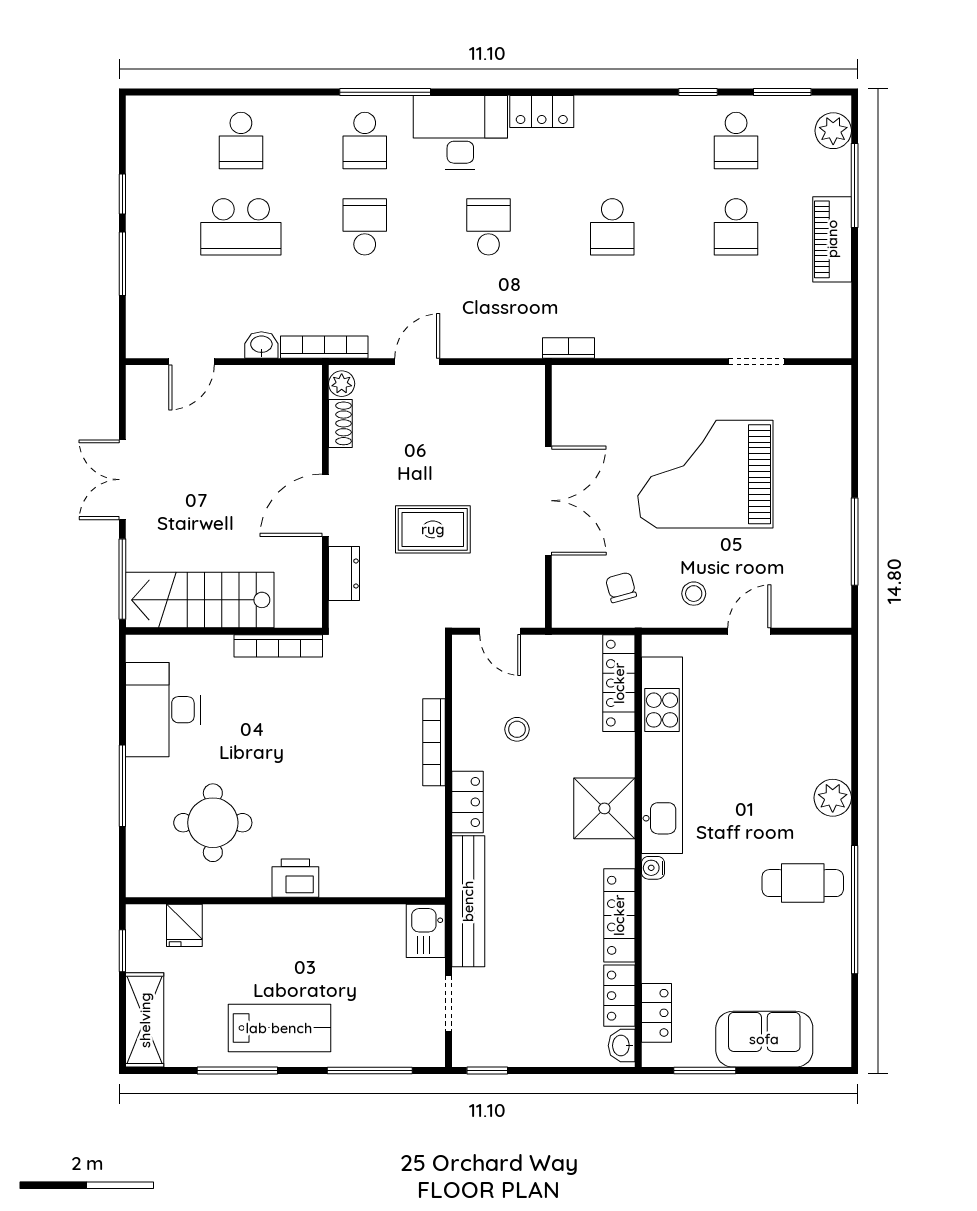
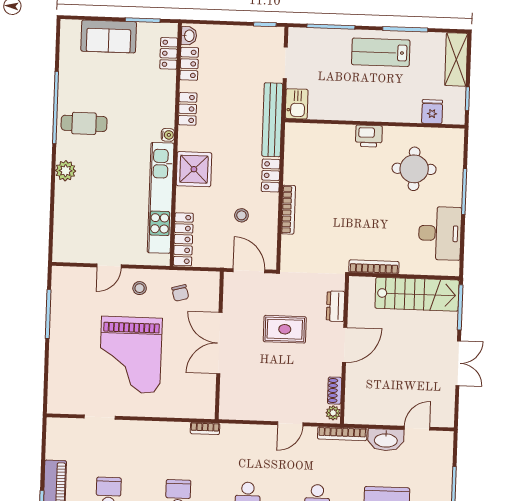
washbasin: (261, 345) -> (386, 440), width x1.91, depth x1.45
grand piano: (705, 474) -> (131, 355), turned 90
door: (500, 631) -> (249, 271), width x1.37
locker: (619, 915) -> (188, 109), width x0.66

